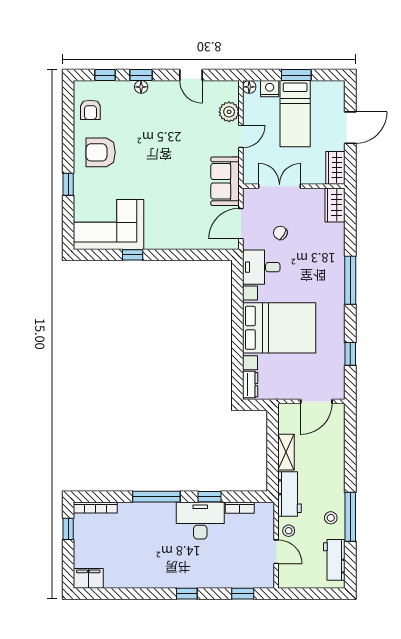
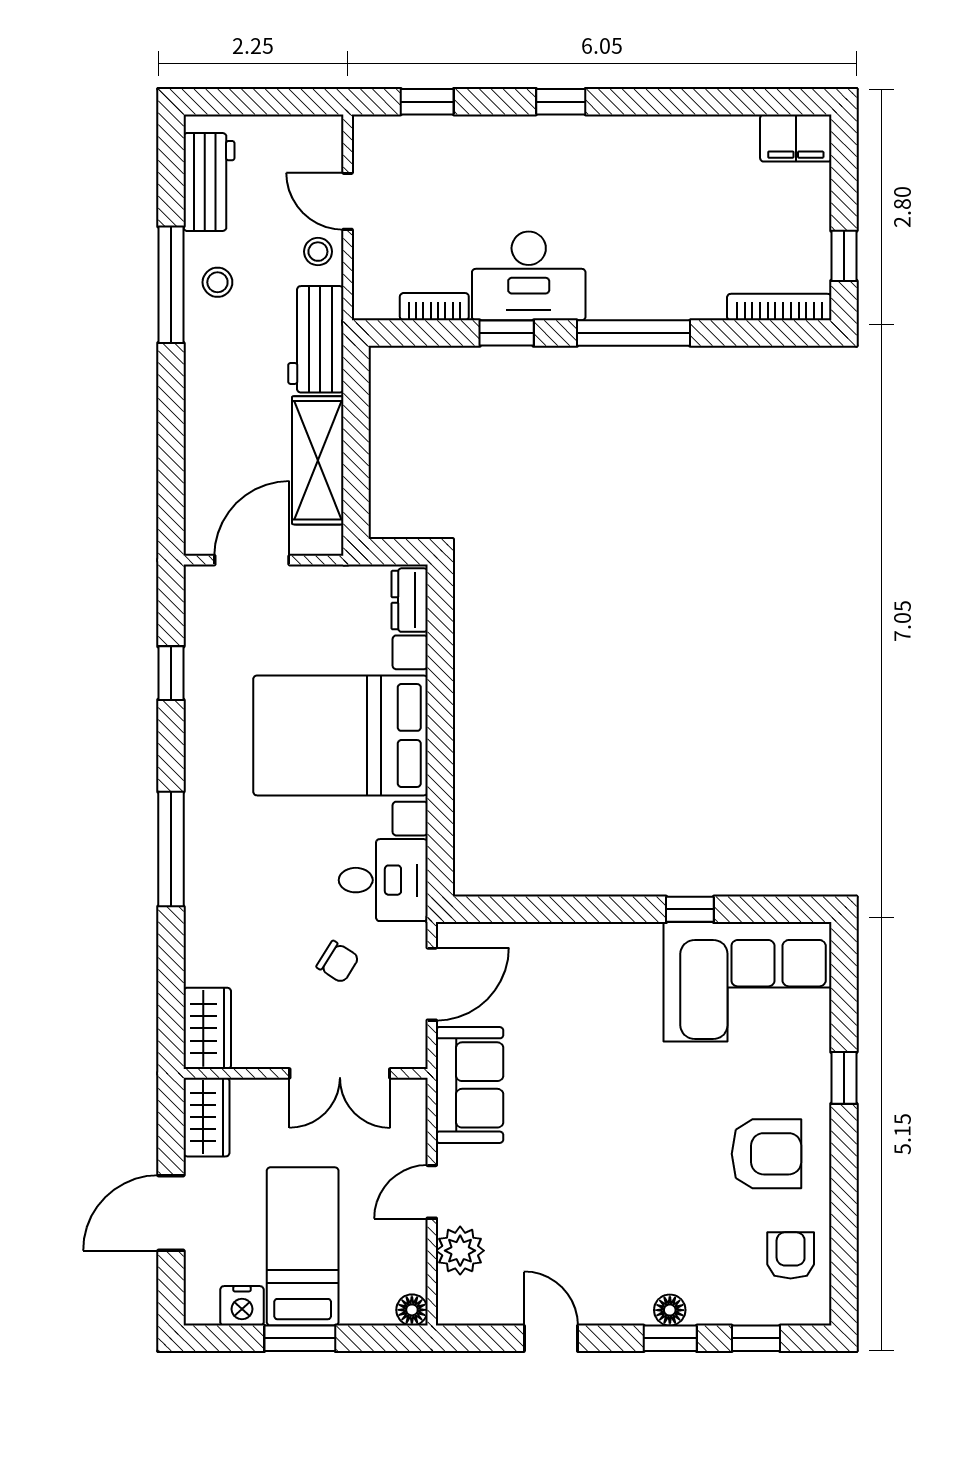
nightstand: (270, 89) -> (242, 1306), moved
shelving: (286, 452) -> (318, 460), width x1.50, depth x1.33

